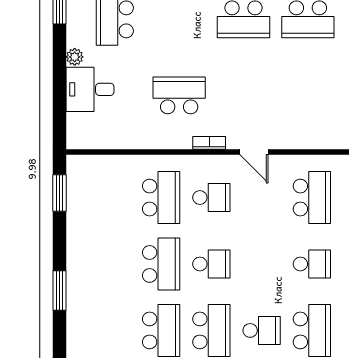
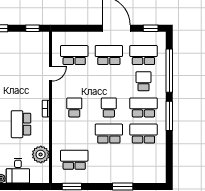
plant: (121, 133) -> (41, 154), added
door: (254, 152) -> (51, 74), moved
school desk: (161, 198) -> (74, 160), moved
school desk: (312, 264) -> (109, 55), width x1.85

